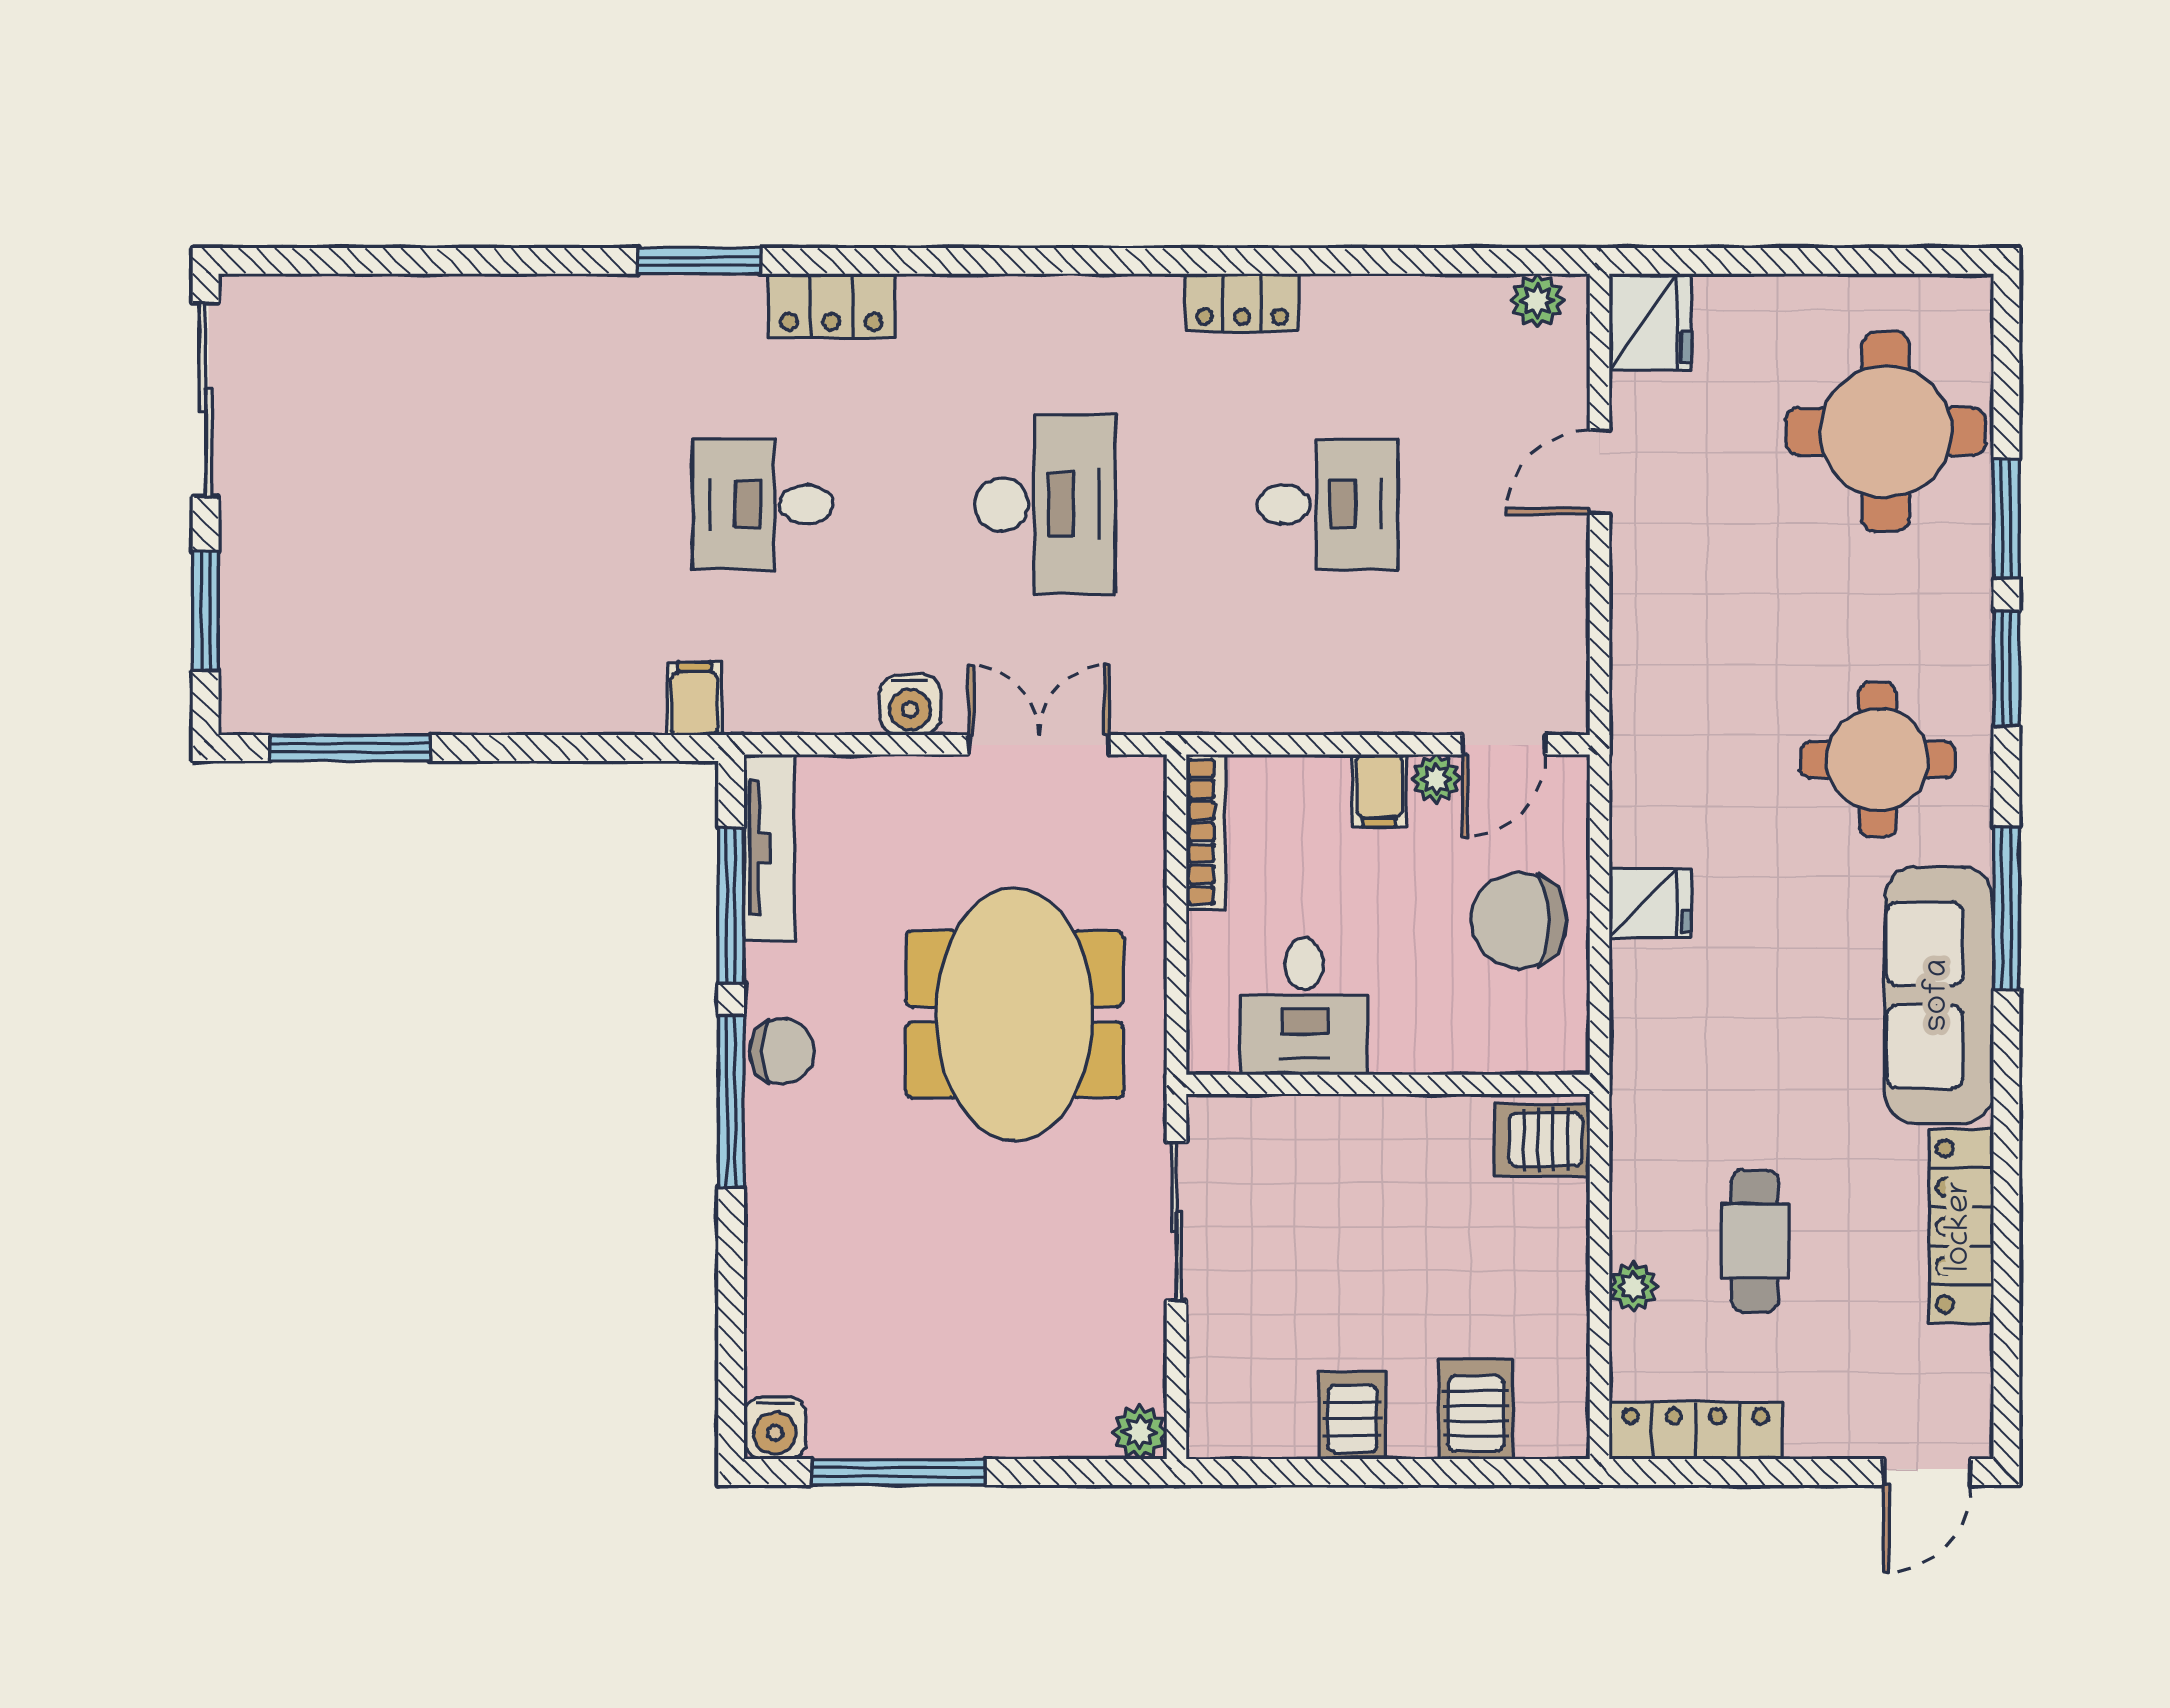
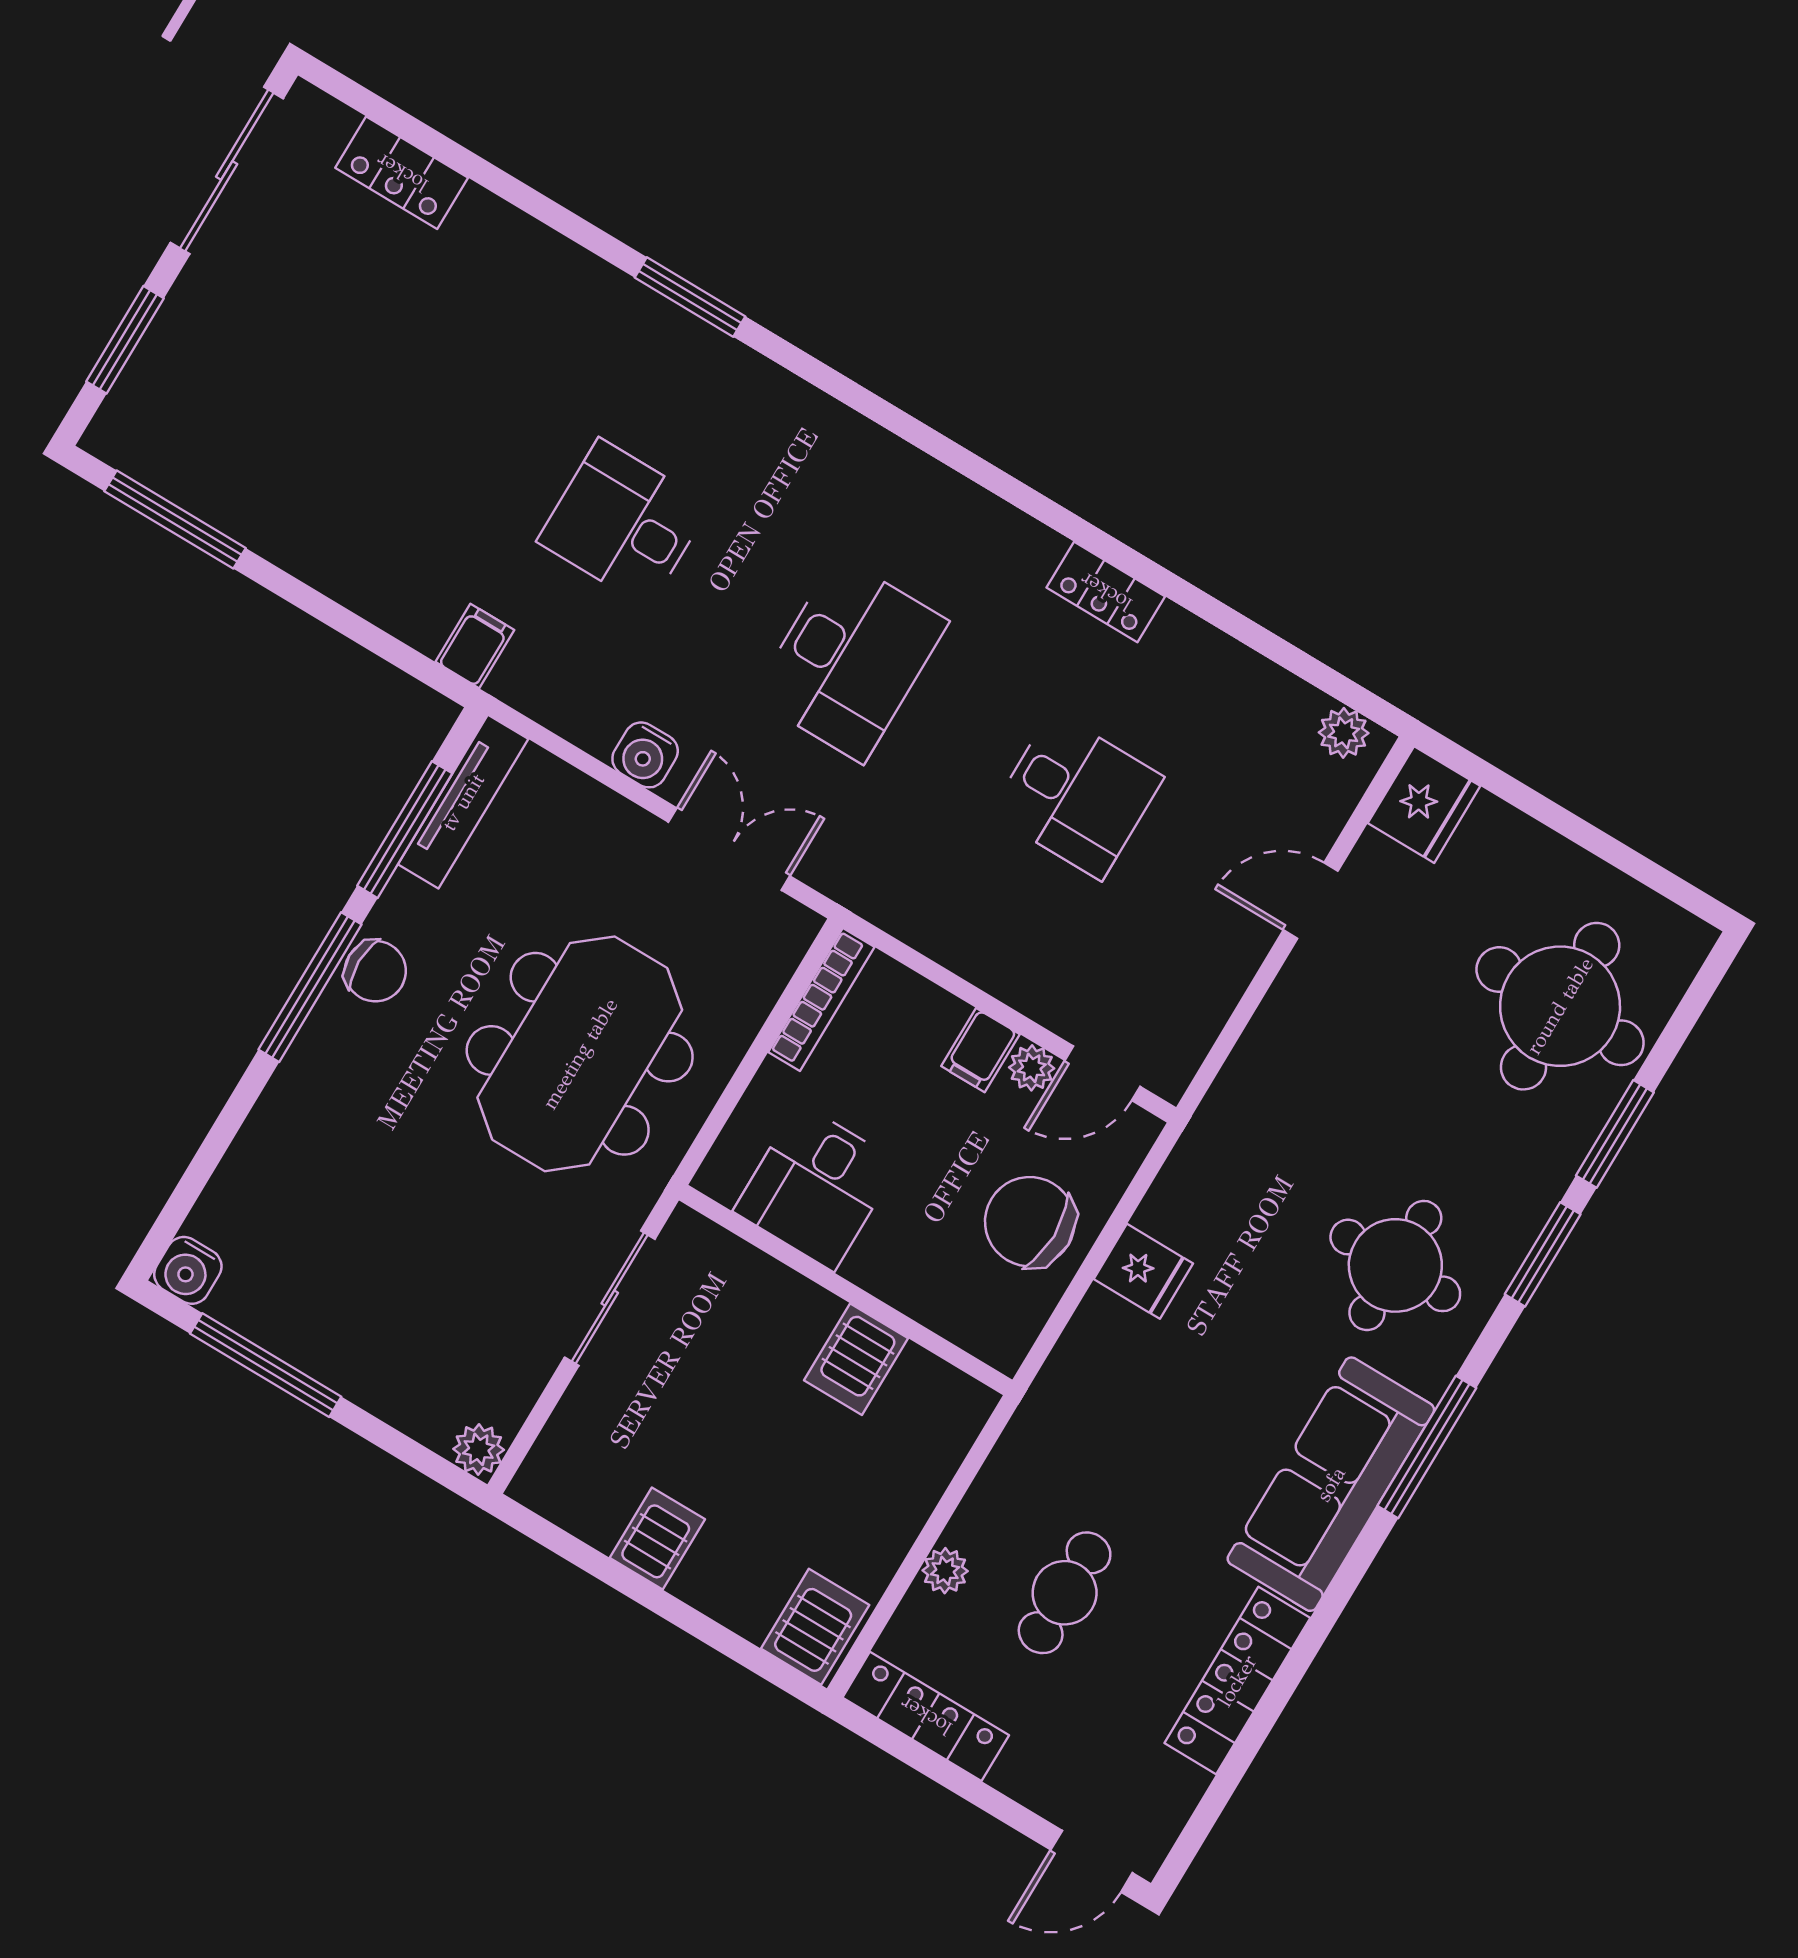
locker: (831, 306) -> (402, 173), moved
server rack: (1542, 1140) -> (856, 1359), moved, turned -90
server rack: (1476, 1409) -> (815, 1627), moved

